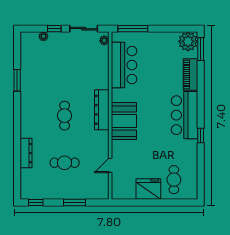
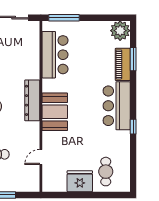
plant: (104, 40) -> (35, 30), removed
window: (201, 49) -> (133, 59), moved

